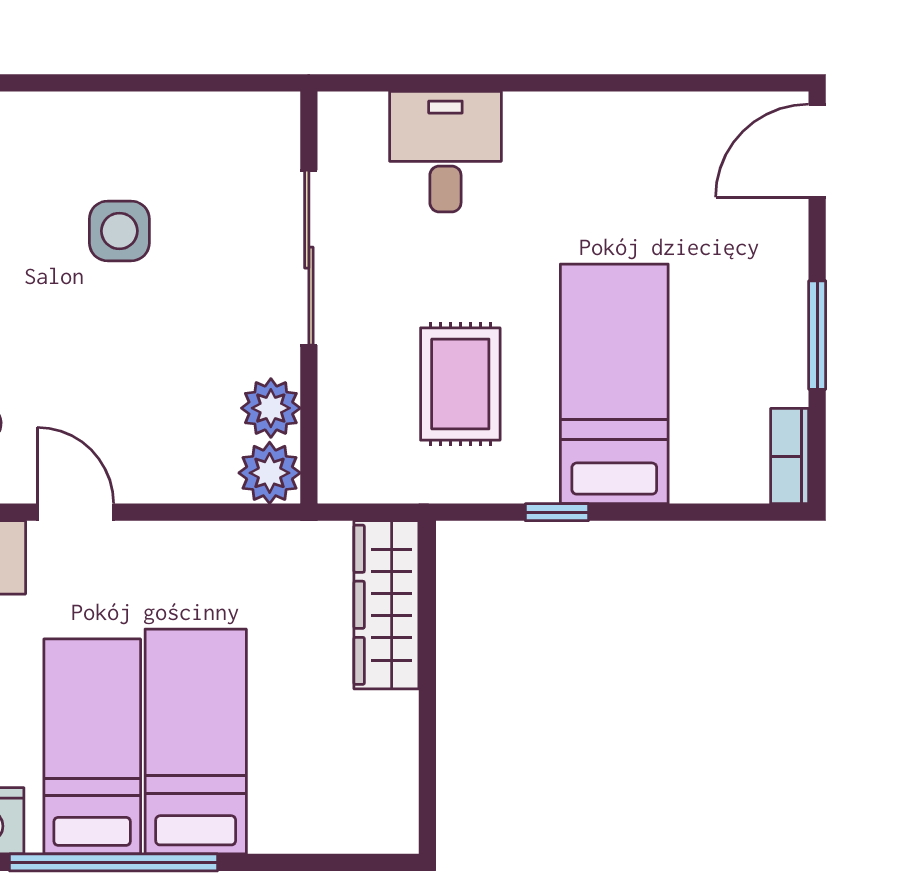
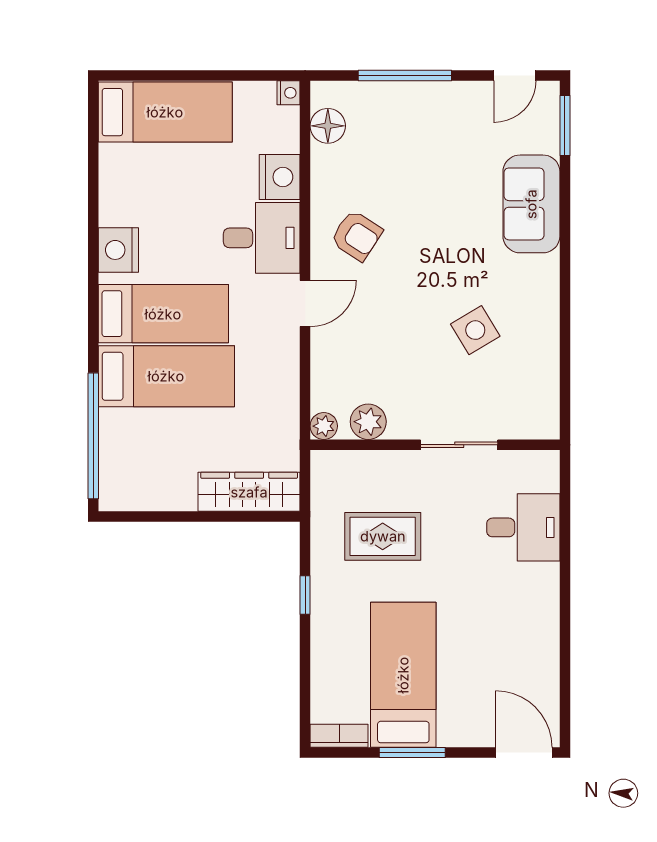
side table: (119, 231) -> (475, 330), turned -31
sliding door: (309, 258) -> (459, 445), width x0.73
bed: (614, 384) -> (403, 675), moved, turned -90
plant: (270, 473) -> (324, 426), width x0.73, depth x0.73
window: (113, 862) -> (93, 436), moved

